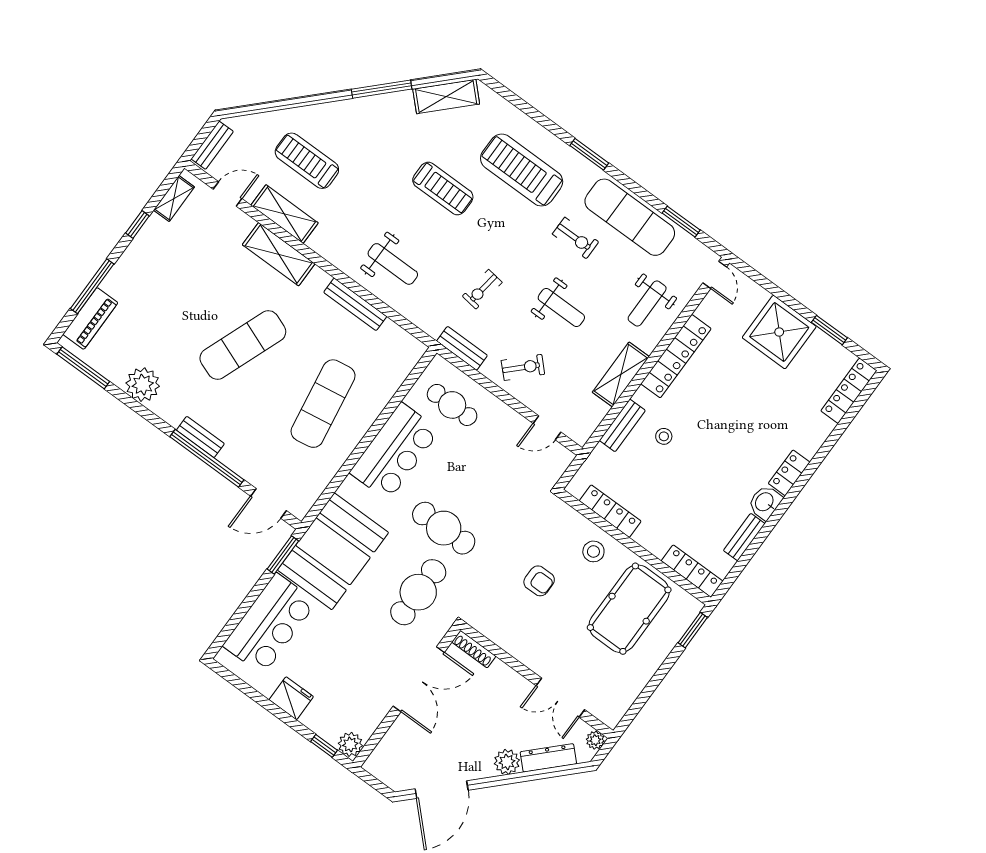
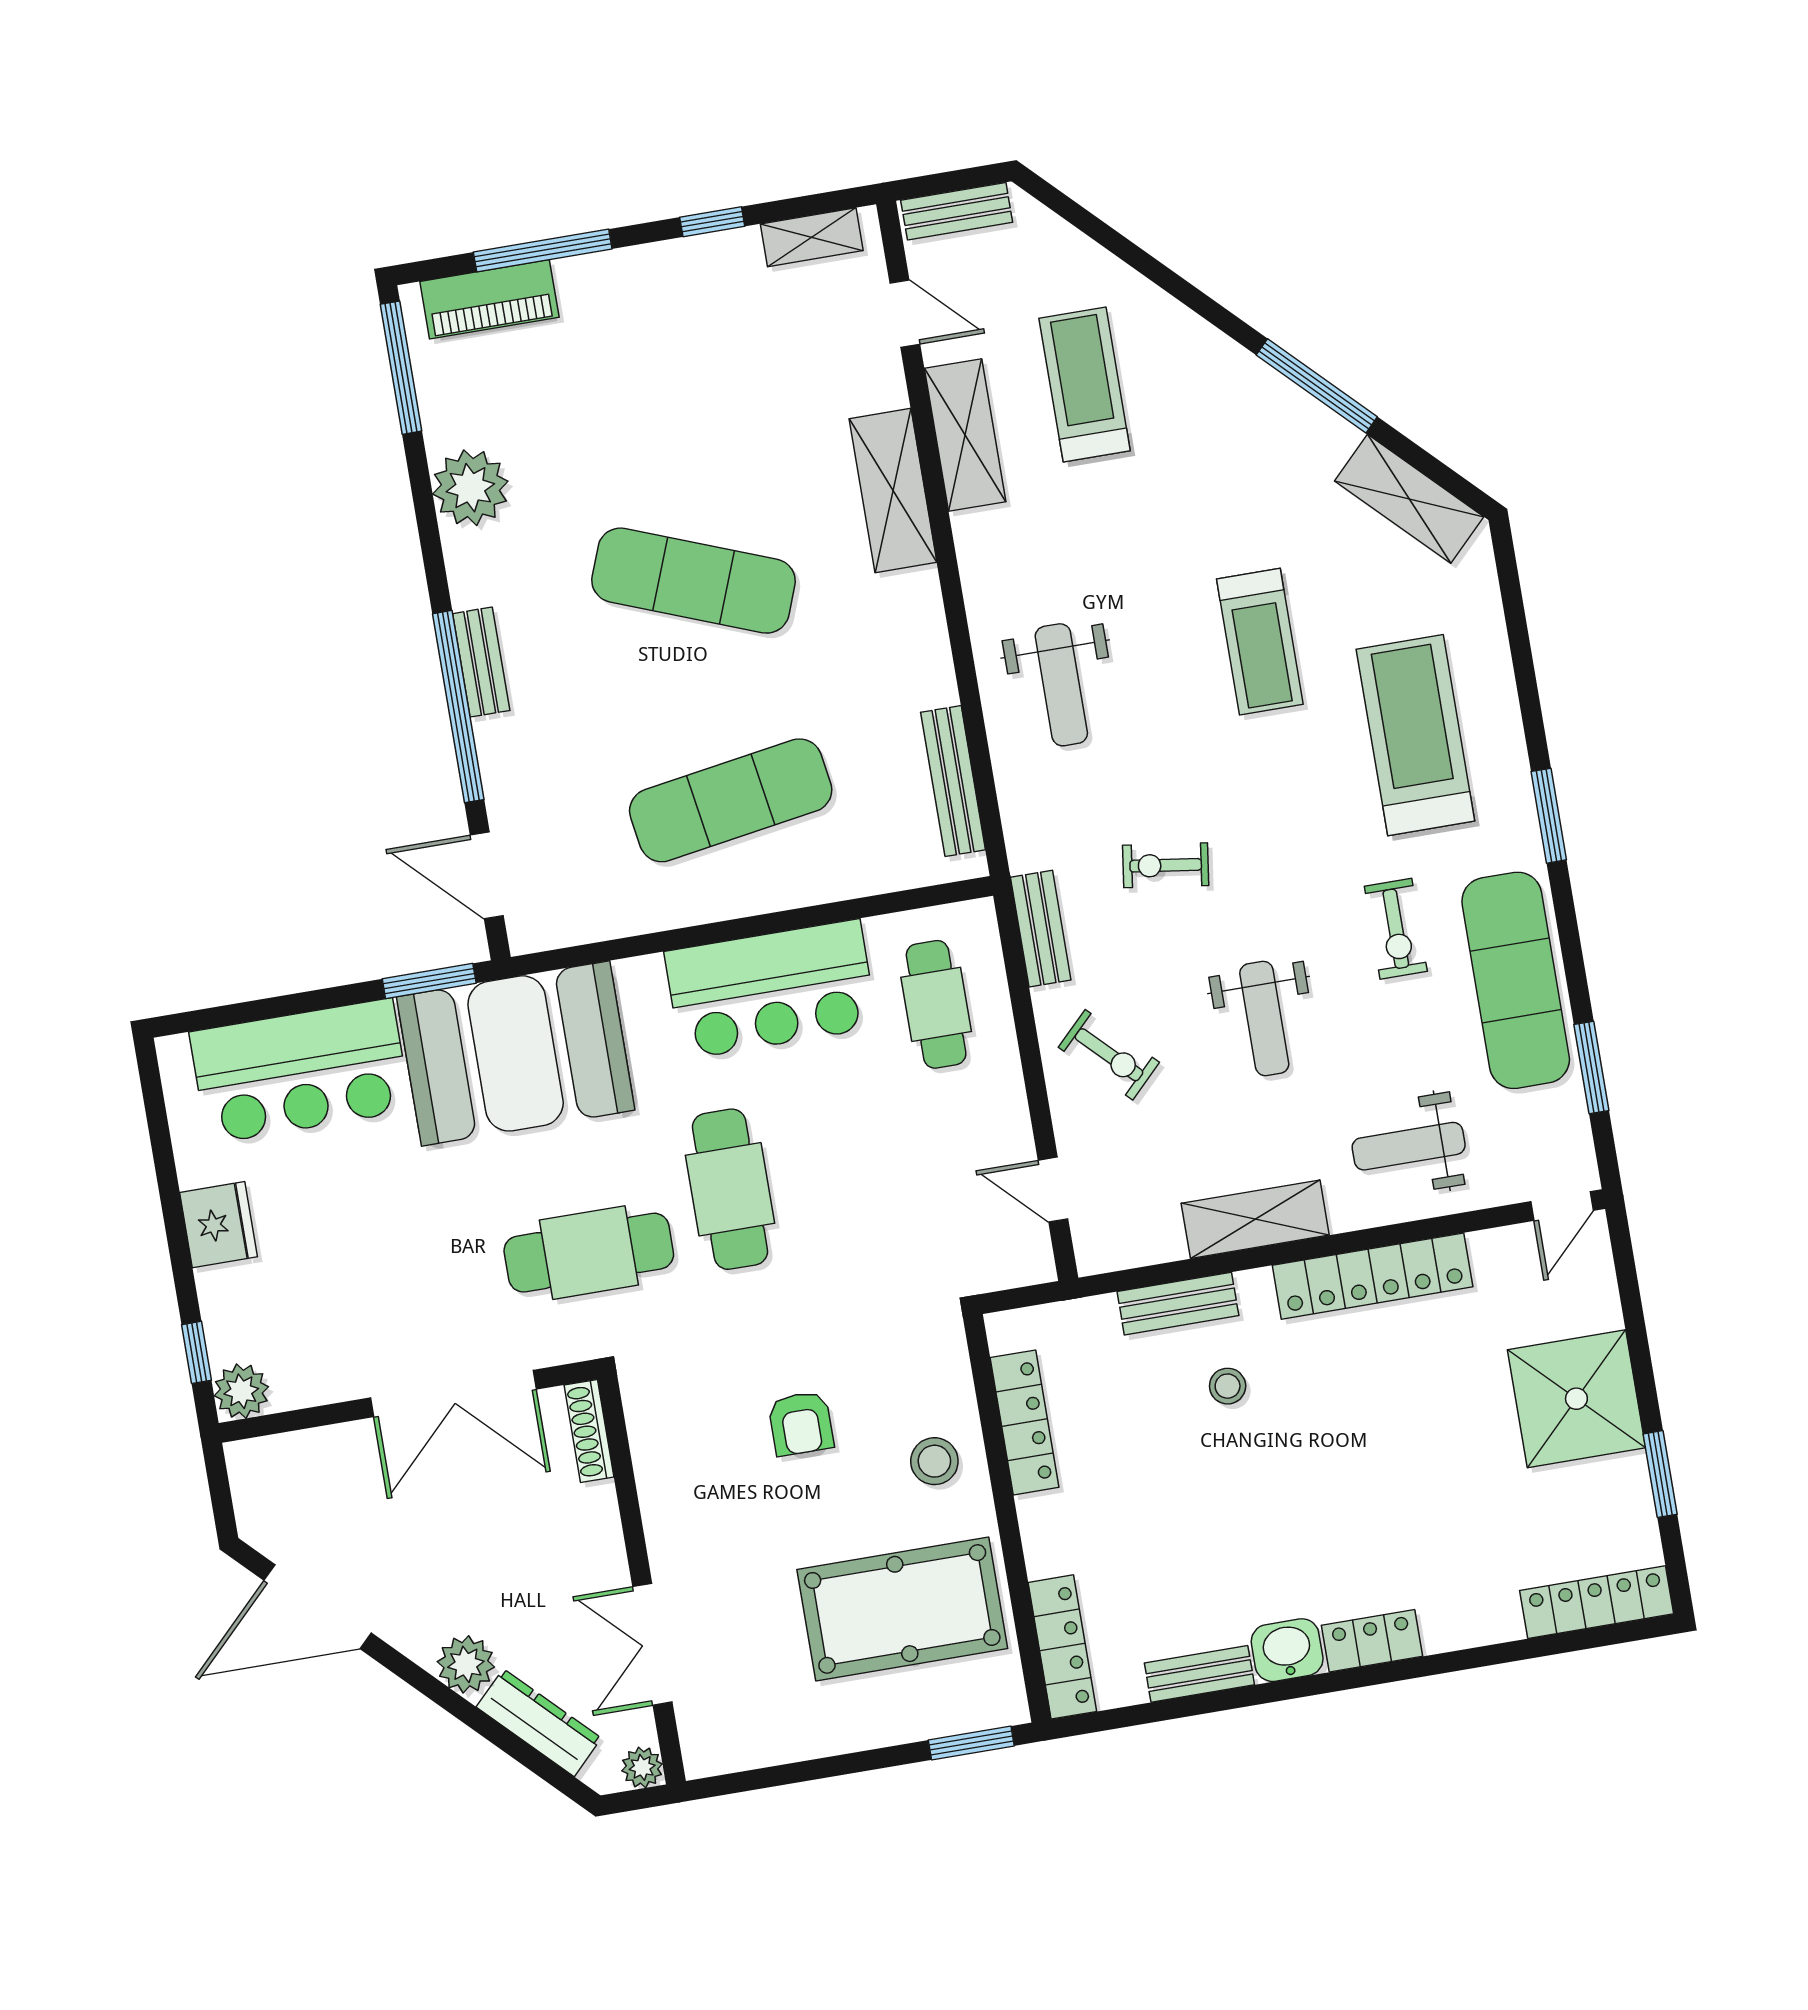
bench: (355, 304) -> (953, 781), moved

